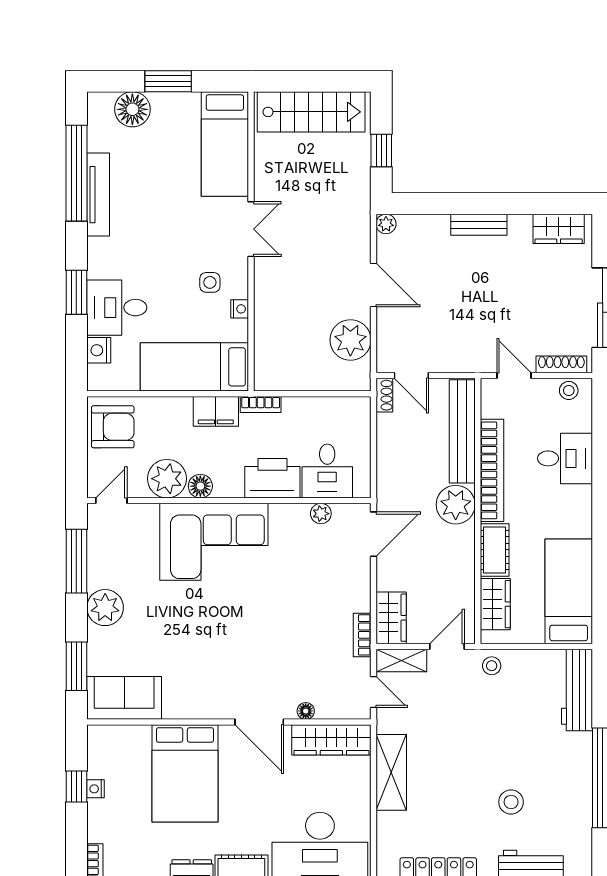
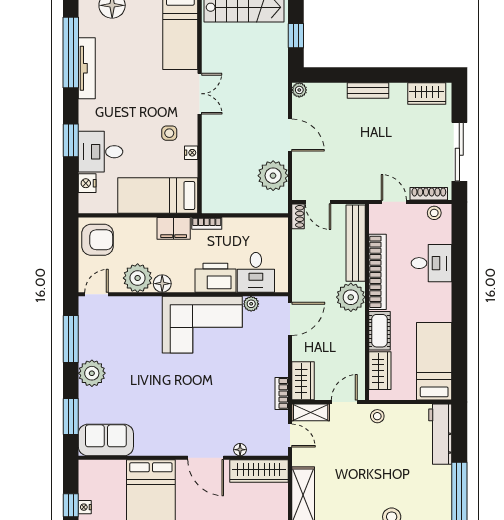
corner sofa: (214, 542) -> (202, 325), moved

